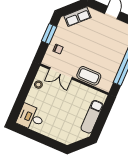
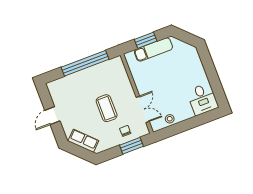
window: (49, 34) -> (131, 146), moved
coffee table: (89, 76) -> (107, 108), moved
window: (103, 118) -> (146, 40), added

